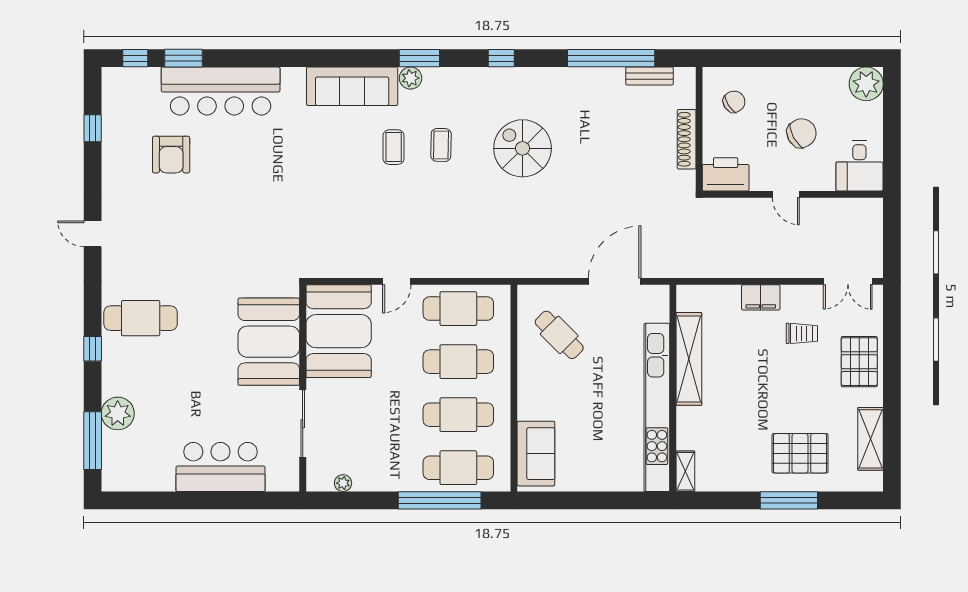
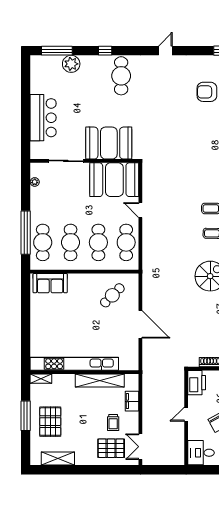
shelving: (689, 359) -> (100, 380), moved
pallet: (859, 362) -> (111, 448), moved
wall: (673, 388) -> (84, 372), moved
kitchen unit: (657, 407) -> (74, 364), moved
shelving: (685, 471) -> (41, 379), moved

